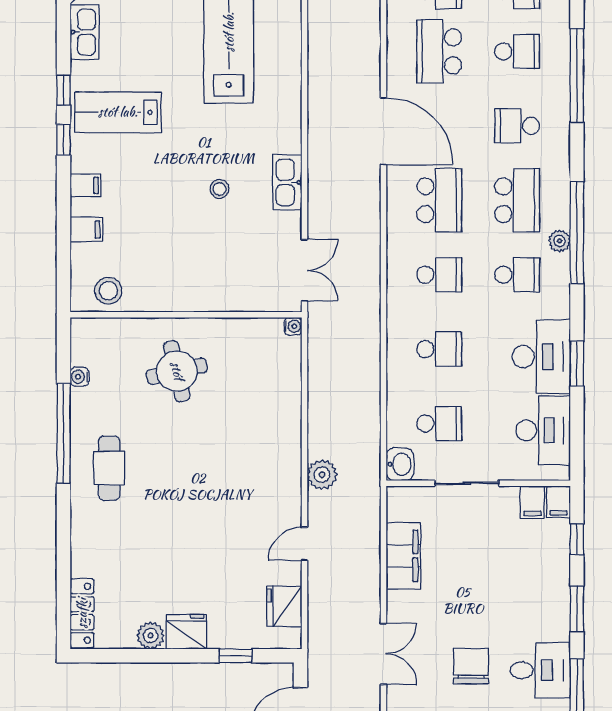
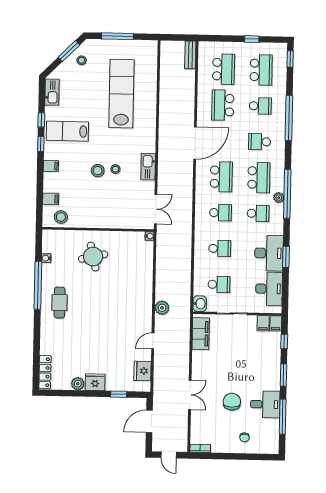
door: (383, 131) -> (195, 143), hinge flipped
stool: (183, 193) -> (98, 171), added
filing cabinet: (86, 230) -> (51, 199), moved
filing cabinet: (403, 556) -> (201, 334), moved

